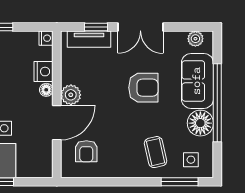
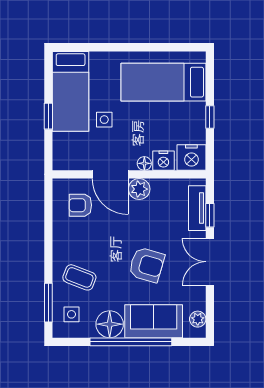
nightstand: (46, 38) -> (191, 157), width x1.89, depth x1.79
armchair: (143, 88) -> (147, 265), turned -74
coffee table: (156, 152) -> (79, 277), turned 34

